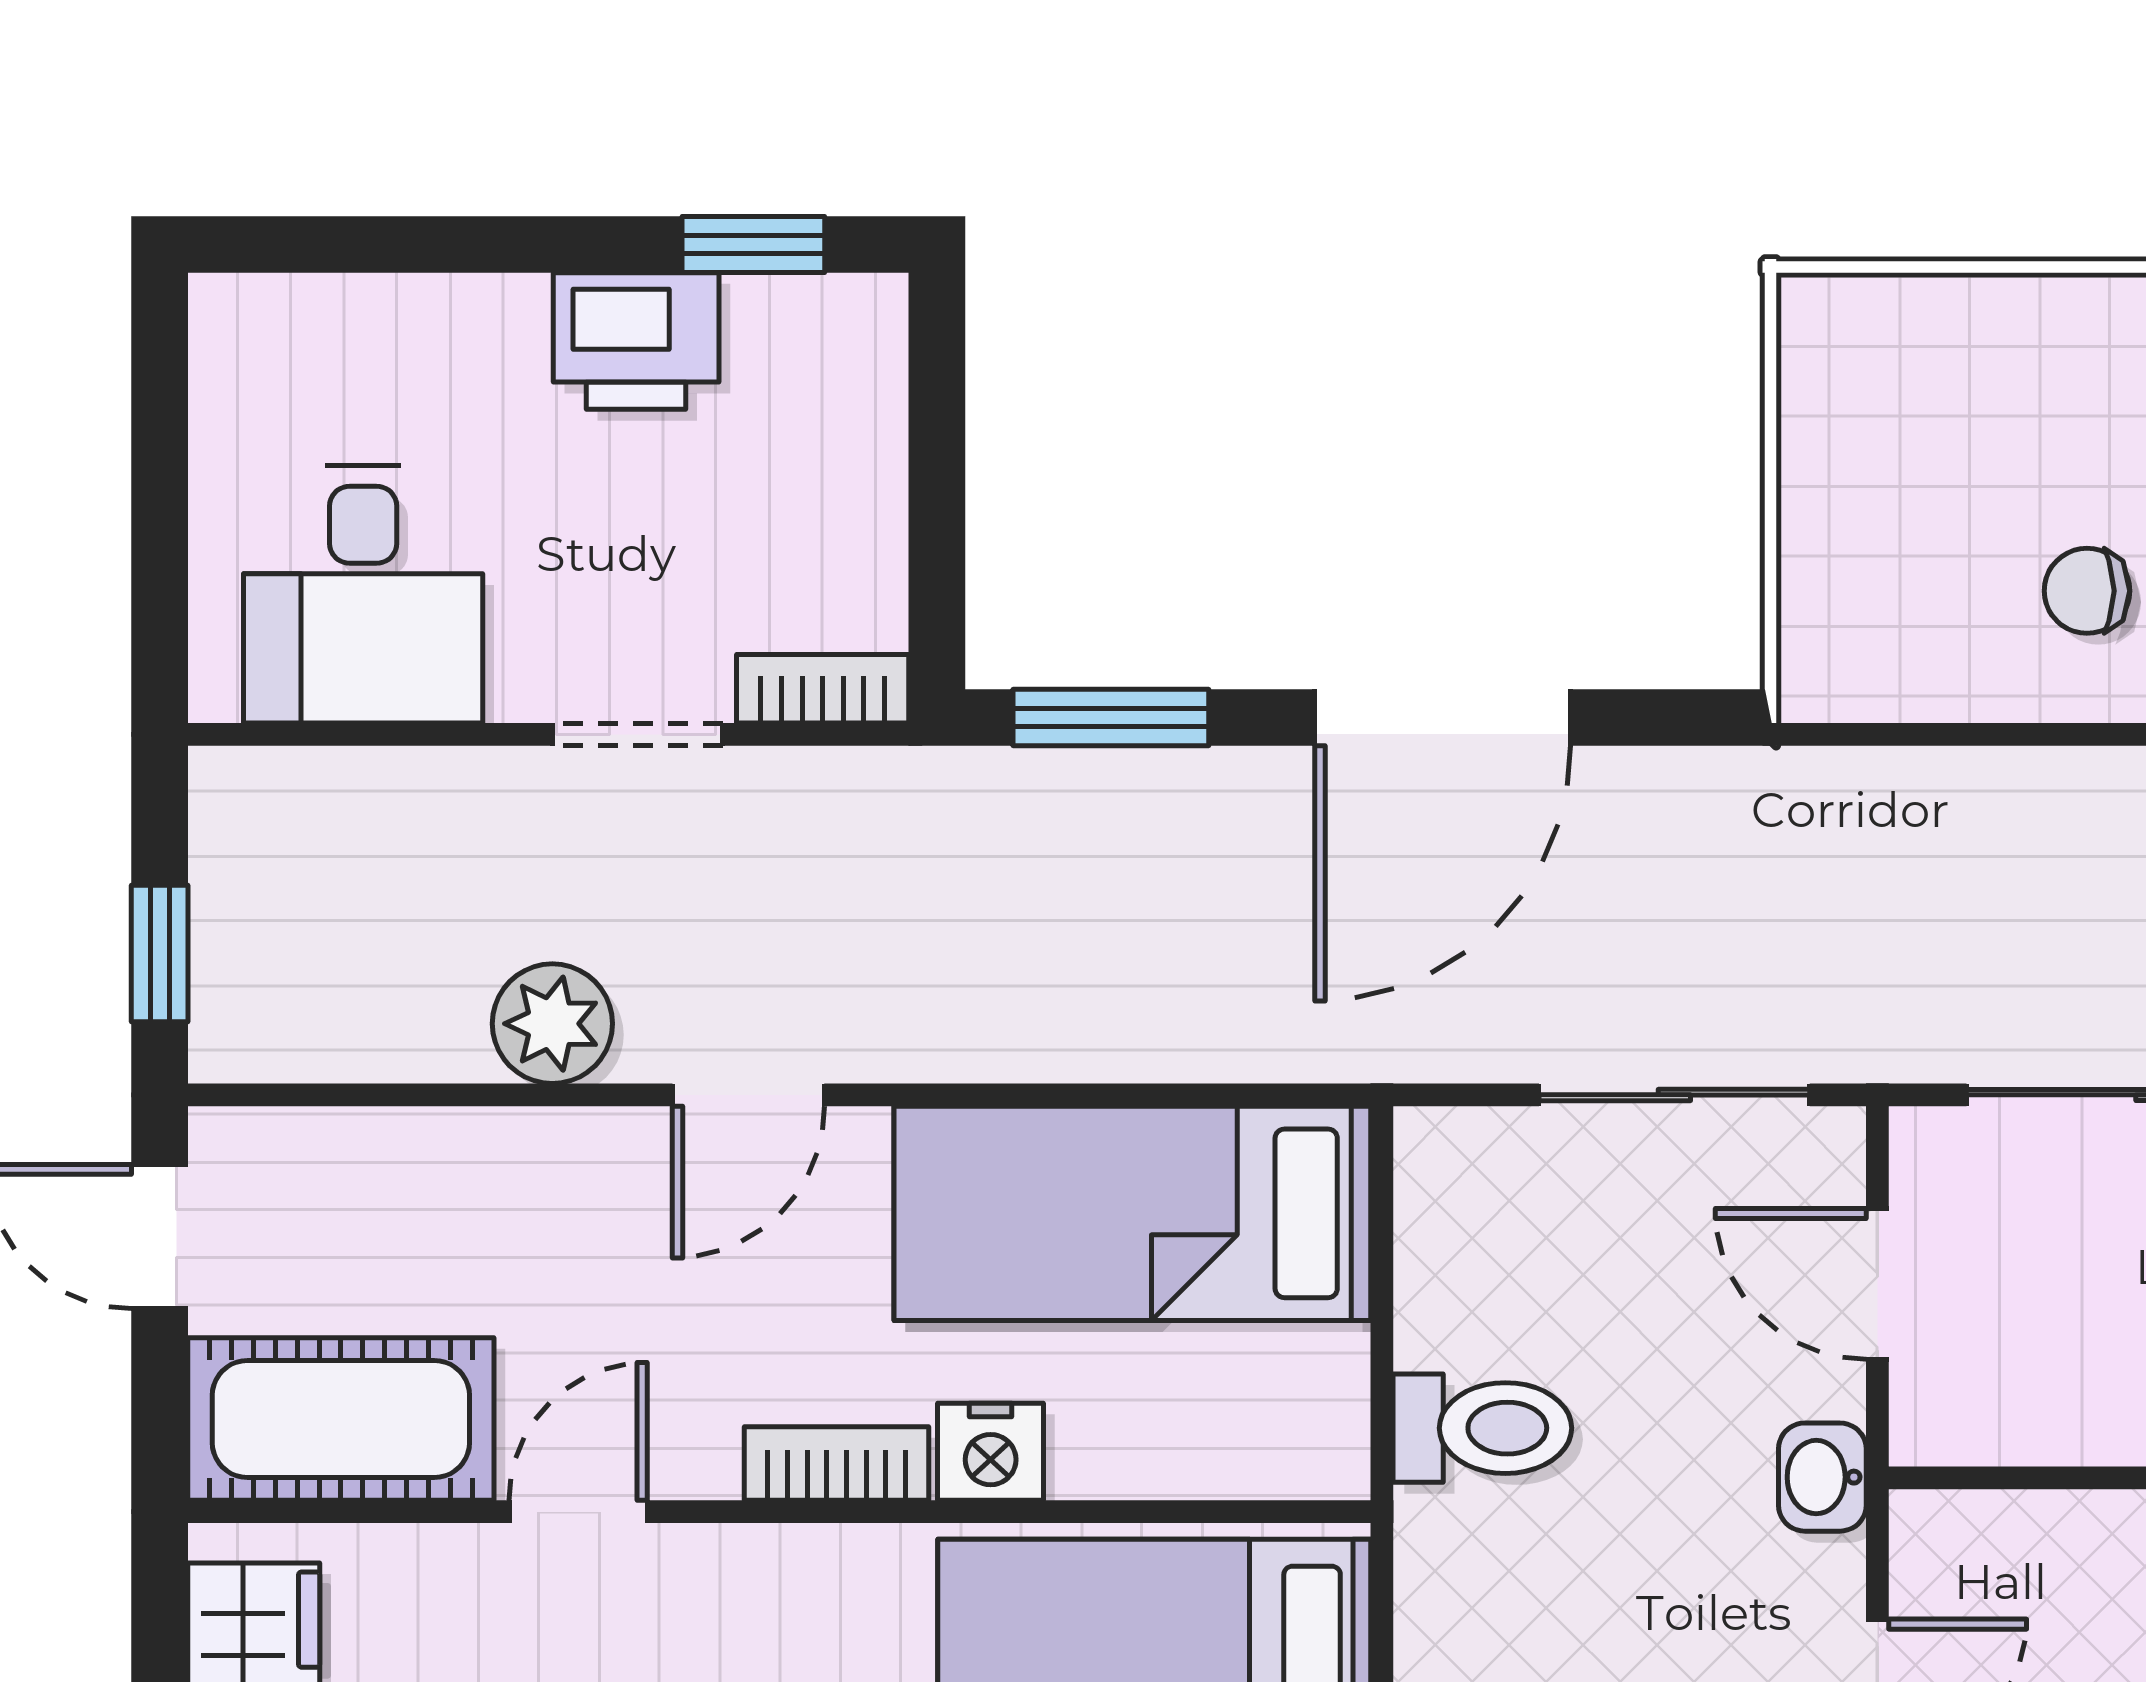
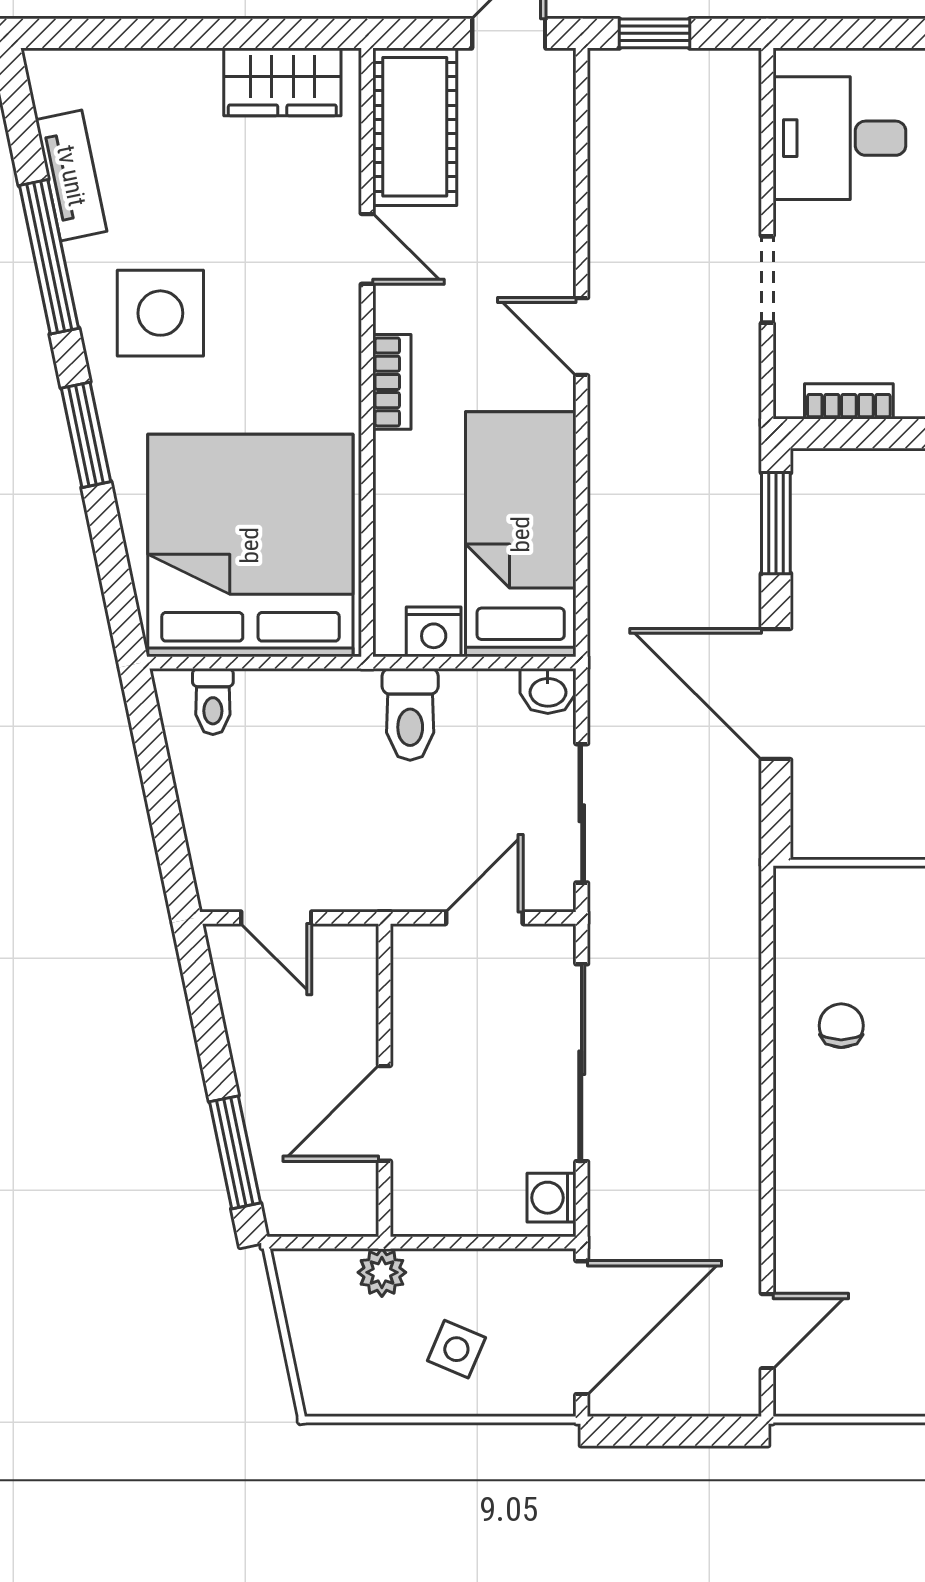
bookcase: (823, 689) -> (849, 401), moved, turned -90
plant: (552, 1024) -> (618, 236), removed
nightstand: (991, 1452) -> (434, 632), moved, turned -90
washbasin: (1822, 1477) -> (548, 691), moved, turned 180

